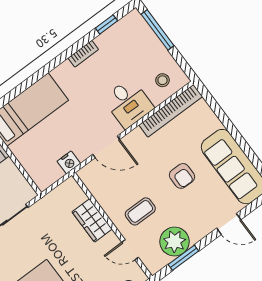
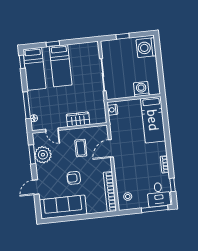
desk: (128, 103) -> (159, 195), moved, turned -90
nightstand: (69, 162) -> (113, 110), moved
coffee table: (140, 211) -> (81, 148), moved
door: (130, 250) -> (52, 130), swing flipped

